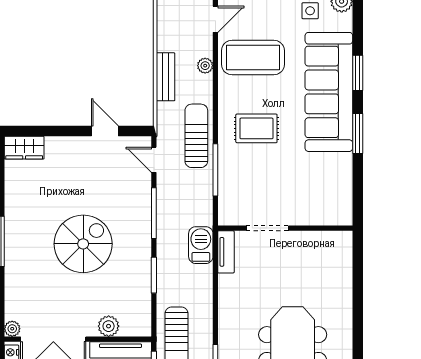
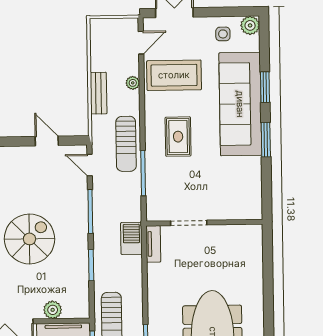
rug: (256, 128) -> (178, 137), turned 90
sun lounger: (196, 136) -> (126, 144), turned 180

